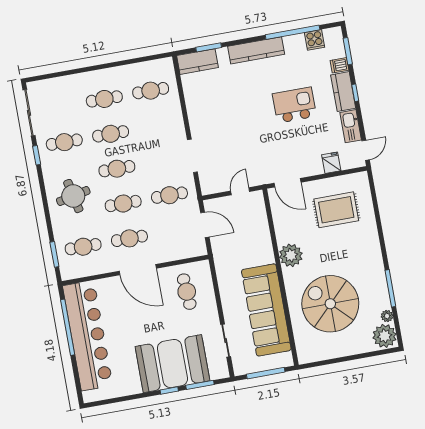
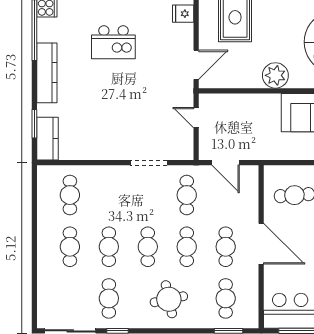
kitchen island: (294, 105) -> (113, 42), turned -90
door: (205, 225) -> (226, 163), swing flipped
door: (138, 270) -> (261, 244), hinge flipped

